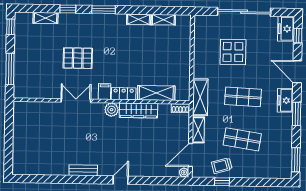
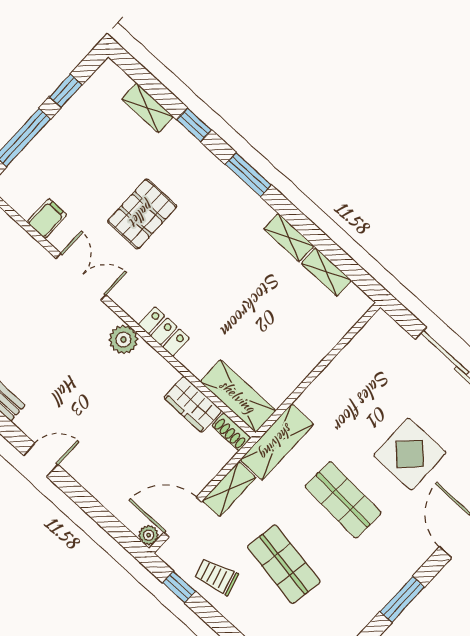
window: (10, 27) -> (66, 91), moved
display table: (233, 52) -> (410, 454), moved
pallet: (78, 58) -> (142, 214), turned 90
filing cabinet: (104, 92) -> (47, 219), moved
shelving: (156, 93) -> (238, 396), moved
freezer: (285, 100) -> (403, 563), removed
wardrobe: (139, 110) -> (193, 404), moved, width x0.67
window: (222, 182) -> (179, 587), moved

